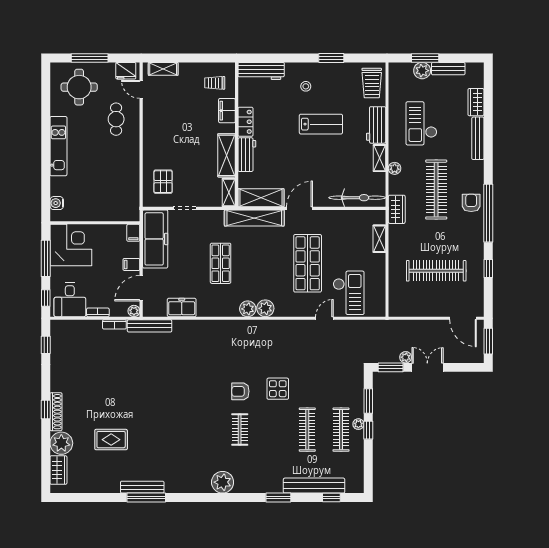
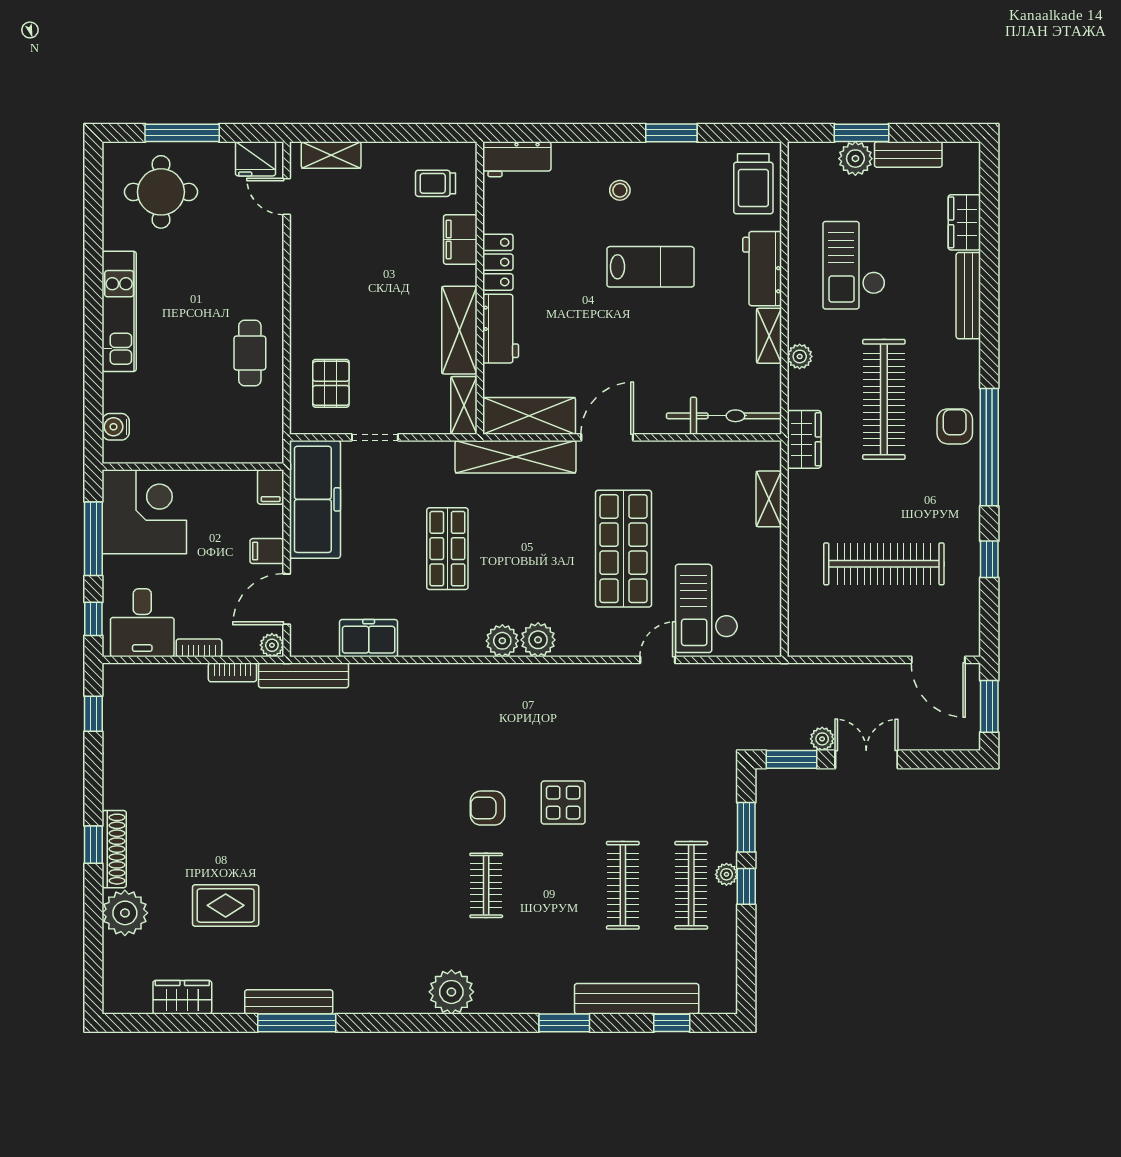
workbench: (261, 71) -> (517, 159), width x0.73
cafe table: (116, 119) -> (250, 353), moved
checkout: (349, 293) -> (707, 608), turned 180
wardrobe: (58, 470) -> (182, 997), moved, turned -90

